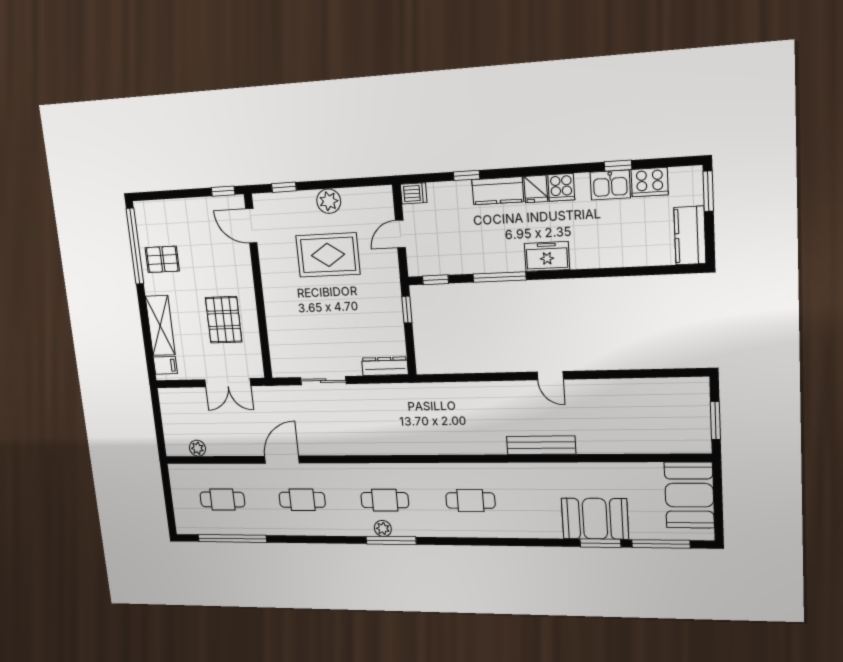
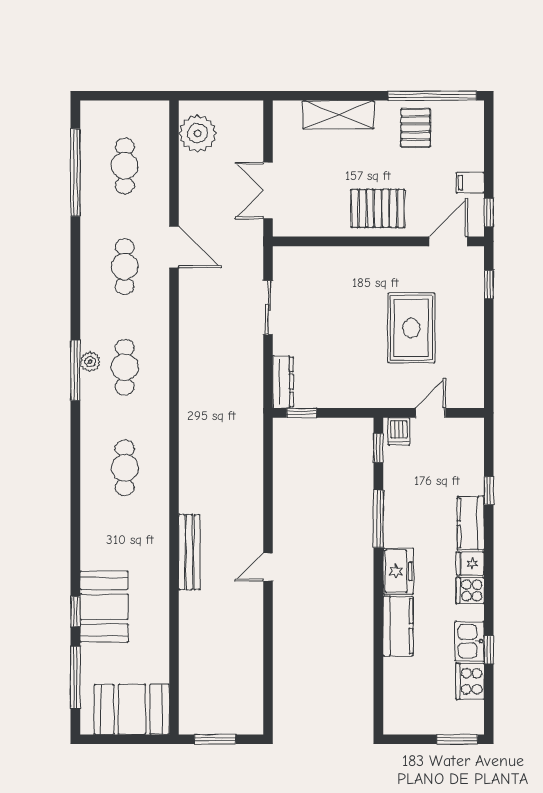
dishwasher: (414, 193) -> (399, 431), moved
plant: (329, 201) -> (471, 335), removed
door: (400, 234) -> (430, 413), hinge flipped
kitchen counter: (690, 236) -> (398, 626), moved, turned 90
window: (407, 310) -> (302, 413), moved
pallet: (224, 320) -> (378, 208), moved
filing cabinet: (165, 365) -> (470, 183), moved, turned 90
plant: (197, 448) -> (198, 133), width x1.87, depth x1.87
window: (600, 543) -> (75, 611), width x0.67

